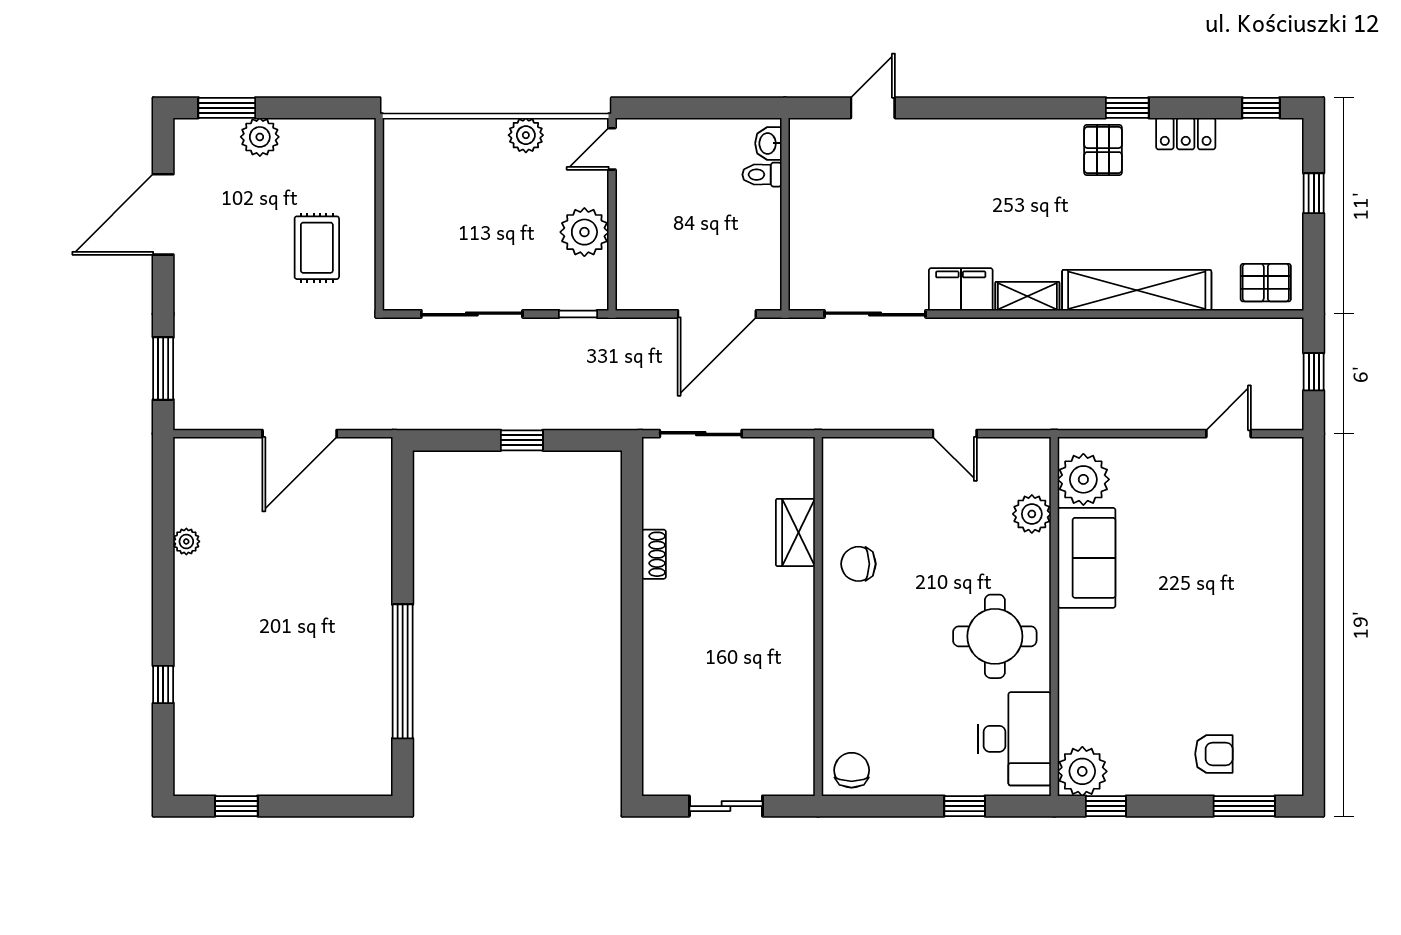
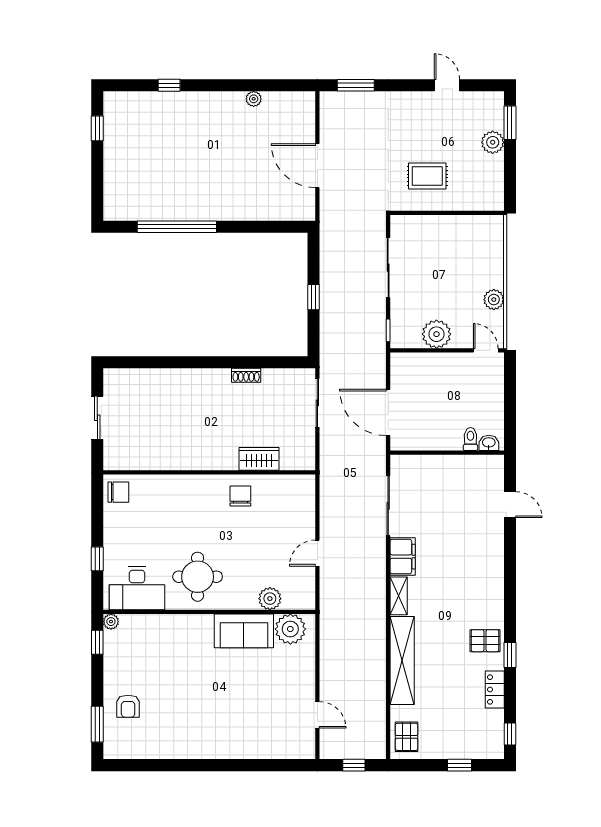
door: (163, 214) -> (447, 85), width x0.53
plant: (1082, 771) -> (111, 622), width x0.53, depth x0.53

